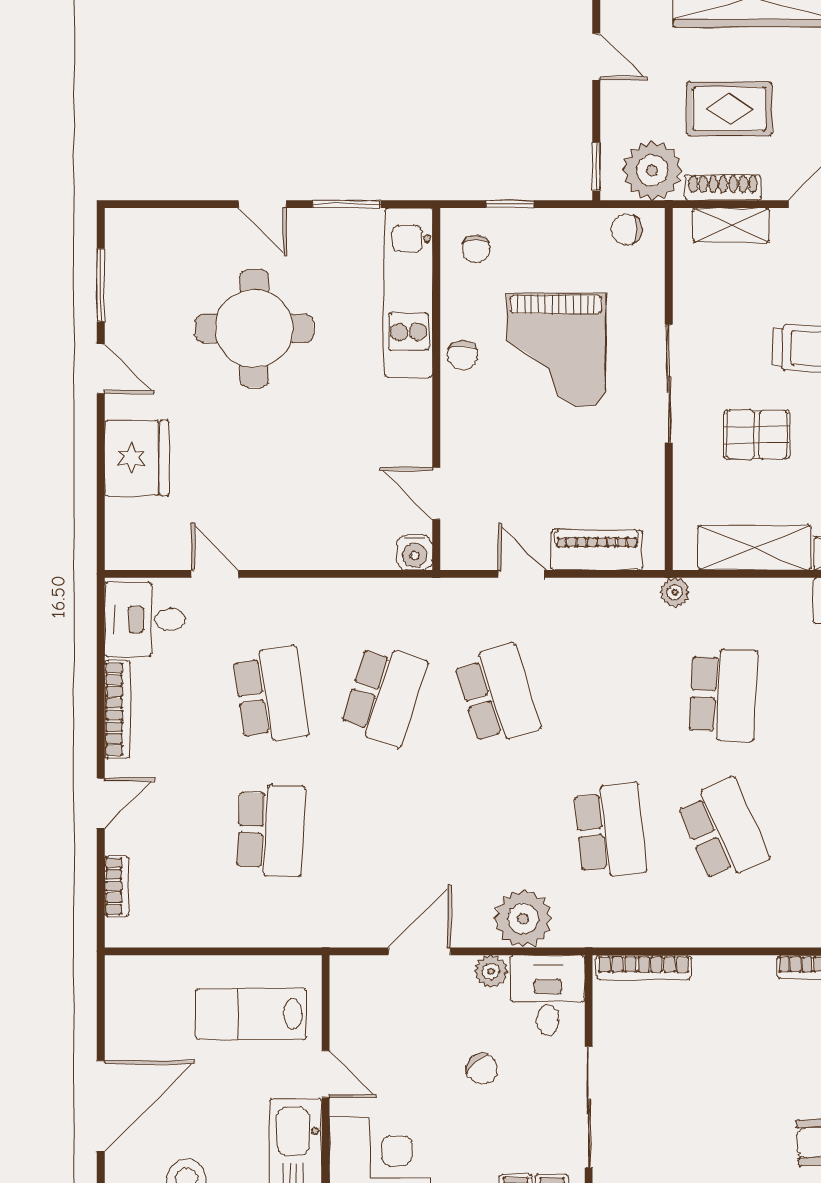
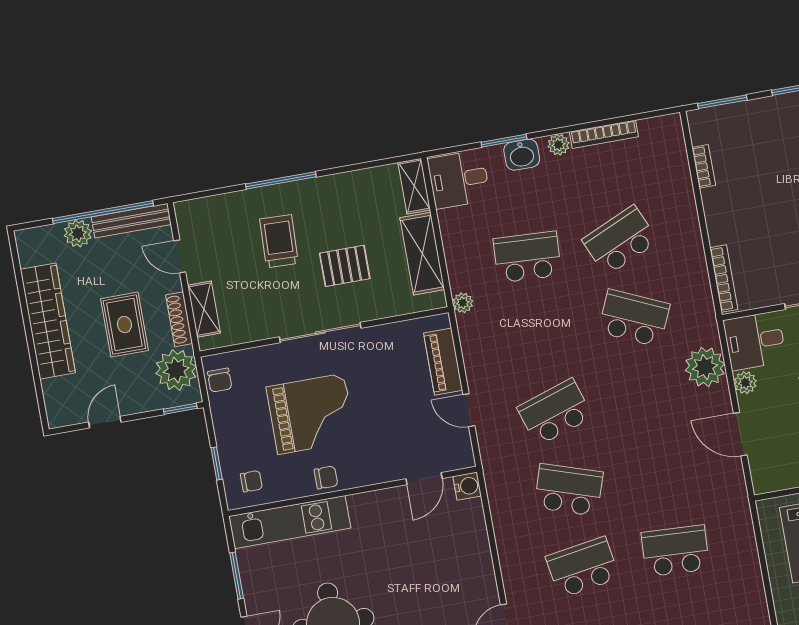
pallet: (757, 435) -> (345, 266), turned 90
door: (522, 574) -> (469, 410), hinge flipped
school desk: (610, 830) -> (634, 318), turned 30

